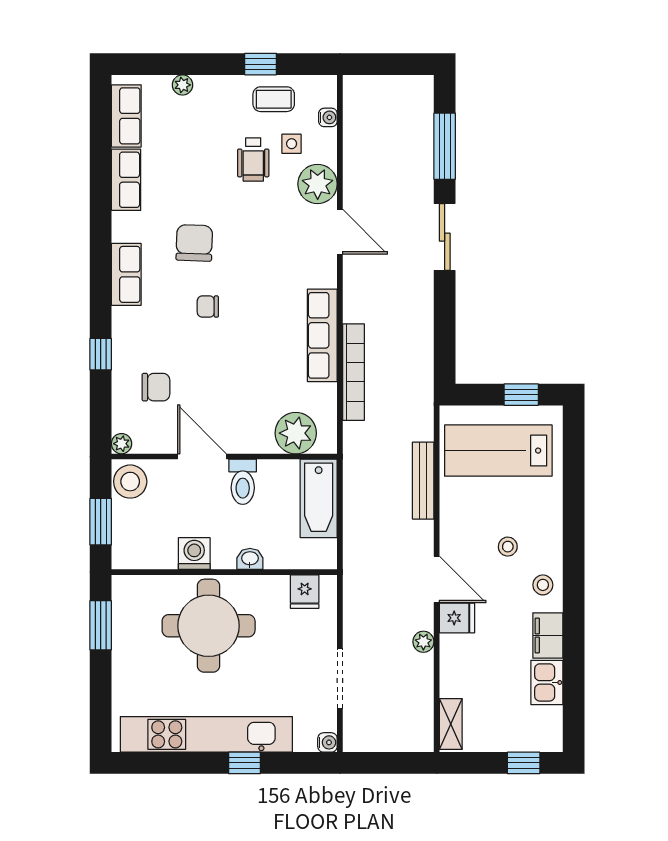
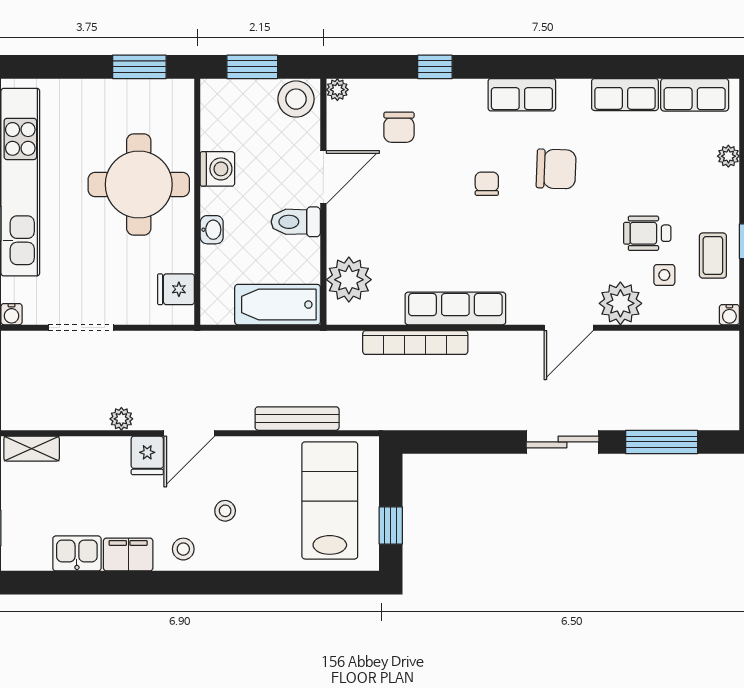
water cooler: (328, 117) -> (729, 315), moved

